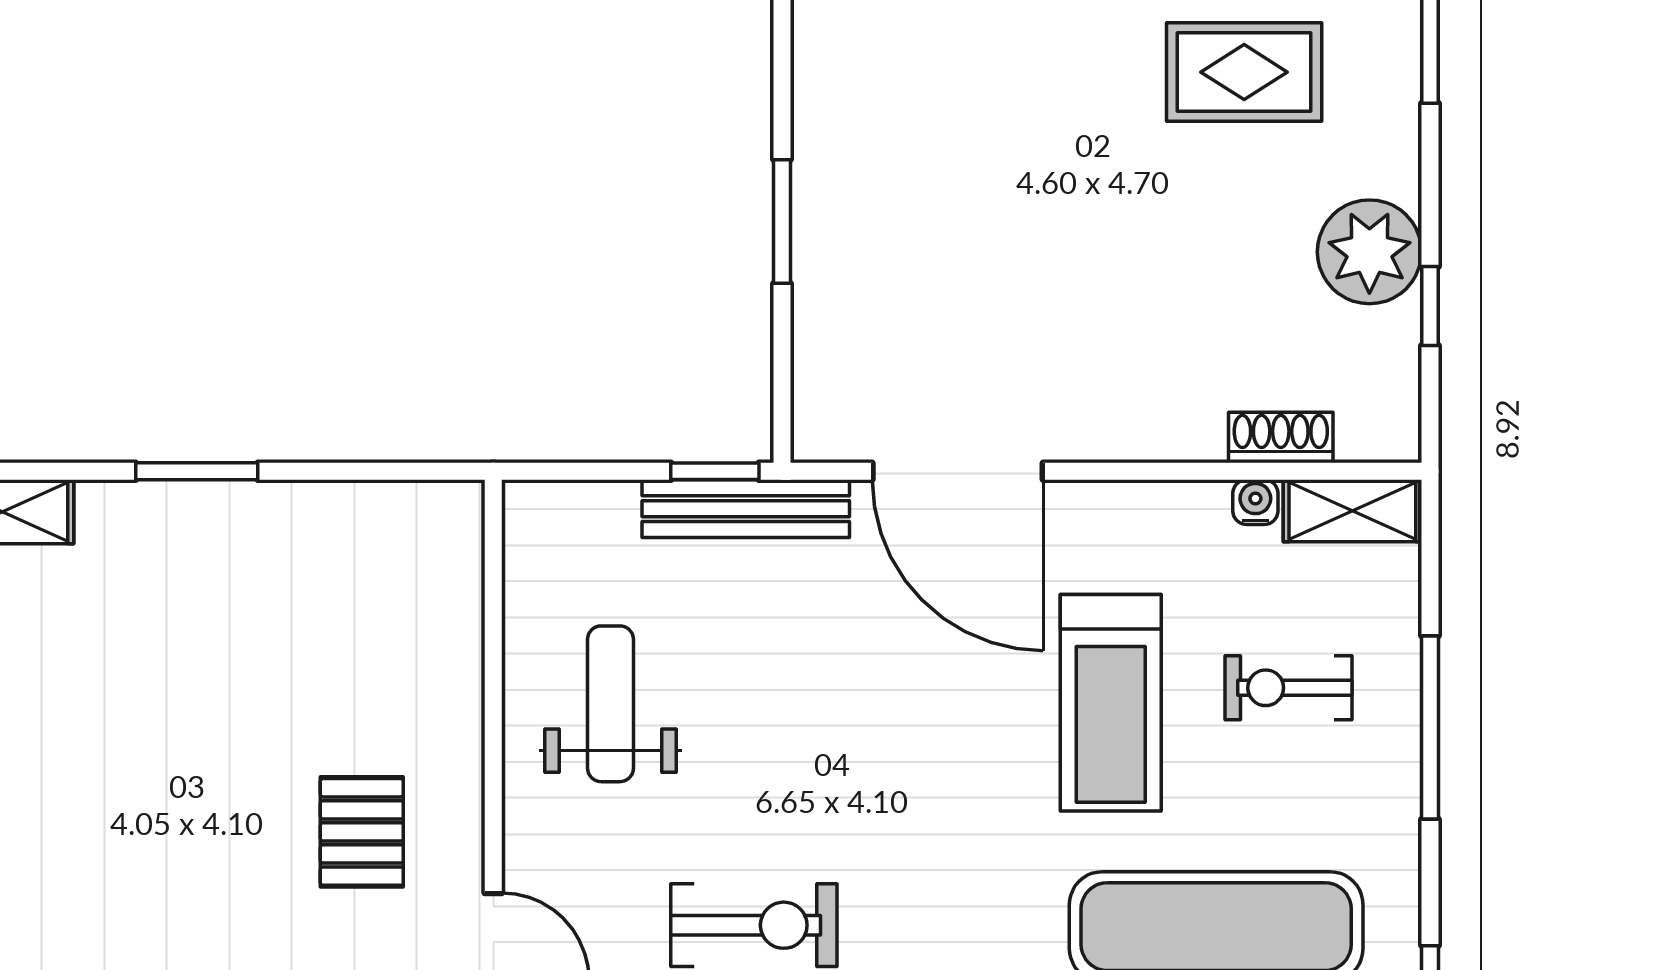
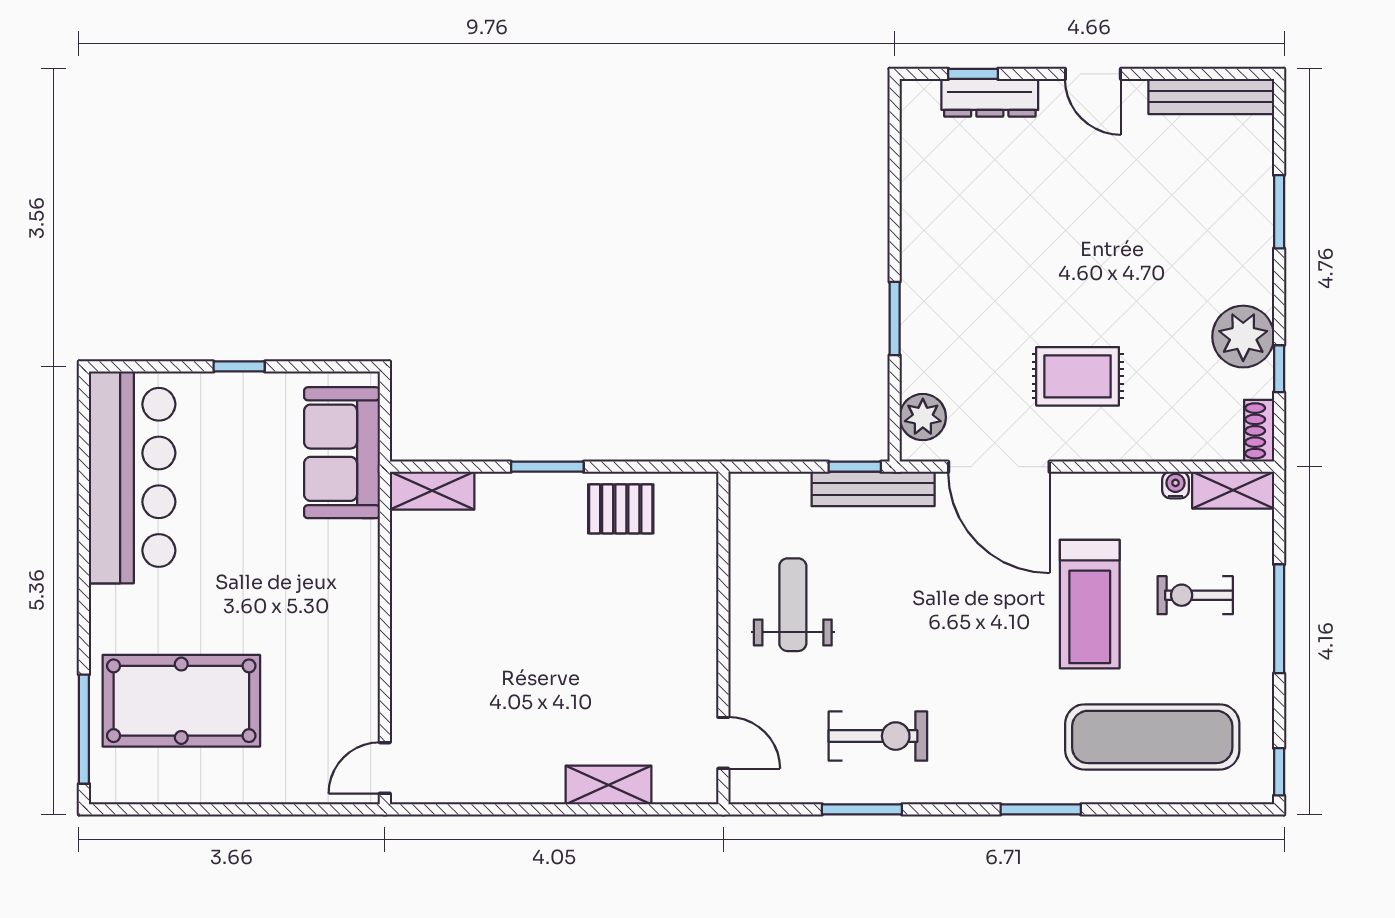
rug: (1244, 72) -> (1078, 376), moved
plant: (829, 388) -> (923, 417), added
shoe rack: (1281, 437) -> (1259, 431), moved, turned -90
pallet: (362, 832) -> (621, 509), moved, turned 90

